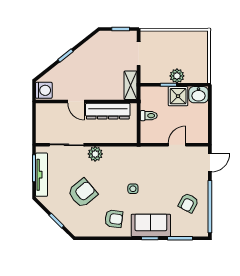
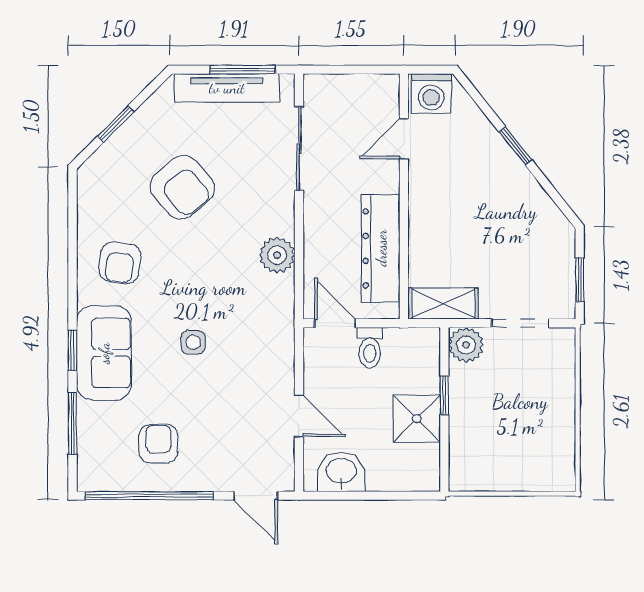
plant: (177, 76) -> (466, 345), moved
washbasin: (199, 95) -> (341, 472), moved, turned 90
door: (76, 102) -> (404, 139), moved
door: (139, 130) -> (335, 323), added
plant: (95, 154) -> (277, 255), moved
side table: (133, 189) -> (193, 342), moved
armchair: (188, 203) -> (158, 444), turned 62

